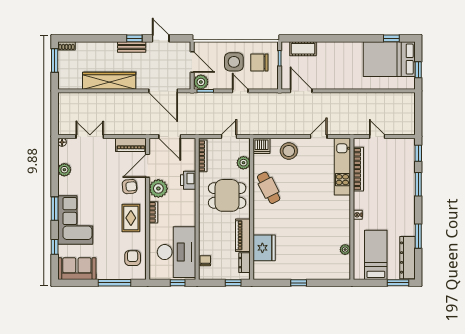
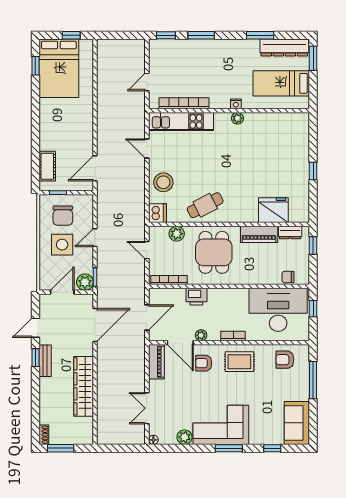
armchair: (130, 187) -> (204, 363), turned -85
plant: (158, 188) -> (201, 335), width x0.53, depth x0.53
corner sofa: (75, 220) -> (221, 425), moved
plant: (345, 250) -> (237, 118), moved

